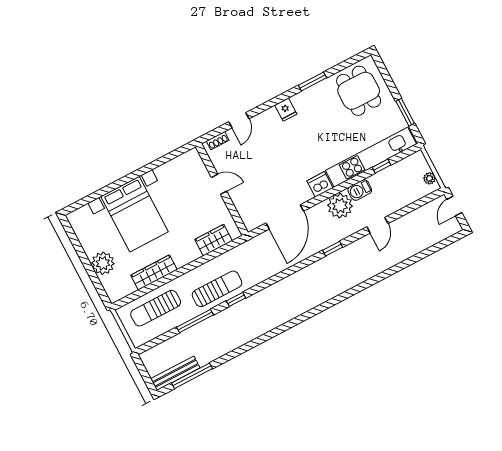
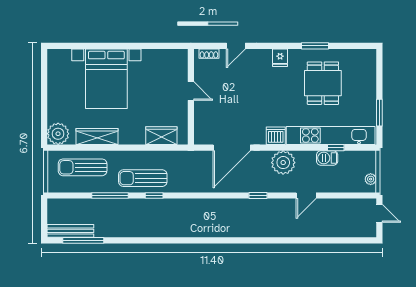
dining table: (359, 91) -> (323, 83), moved
barbecue: (360, 190) -> (327, 158), moved
door: (454, 206) -> (379, 213), swing flipped
plant: (103, 263) -> (58, 134), moved
sun lounger: (217, 289) -> (143, 178), turned 180

